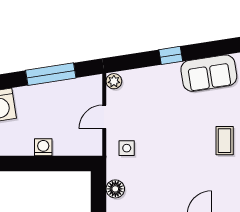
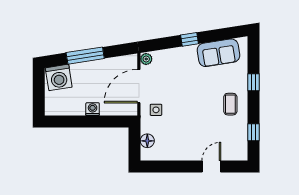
window: (51, 74) -> (85, 56), moved
door: (104, 117) -> (139, 86), width x1.88

